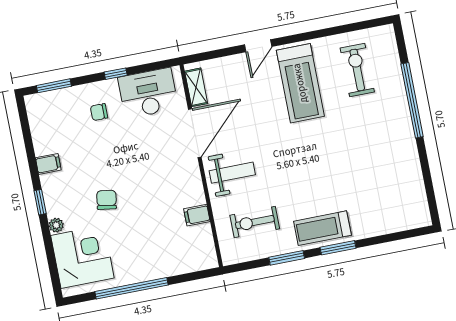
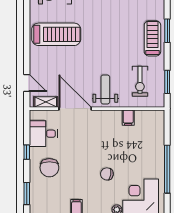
door: (258, 46) -> (27, 83), moved
desk: (148, 93) -> (43, 134), width x0.73
chair: (99, 112) -> (49, 168), width x1.87, depth x1.87
treadmill: (322, 228) -> (152, 38), turned 180
window: (287, 258) -> (167, 82), moved

